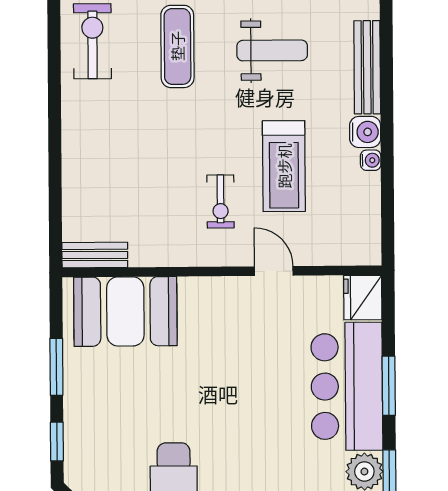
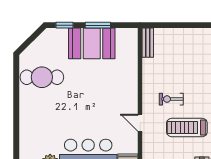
door: (274, 271) -> (140, 123), swing flipped
booth: (125, 311) -> (92, 43), moved, turned 90

